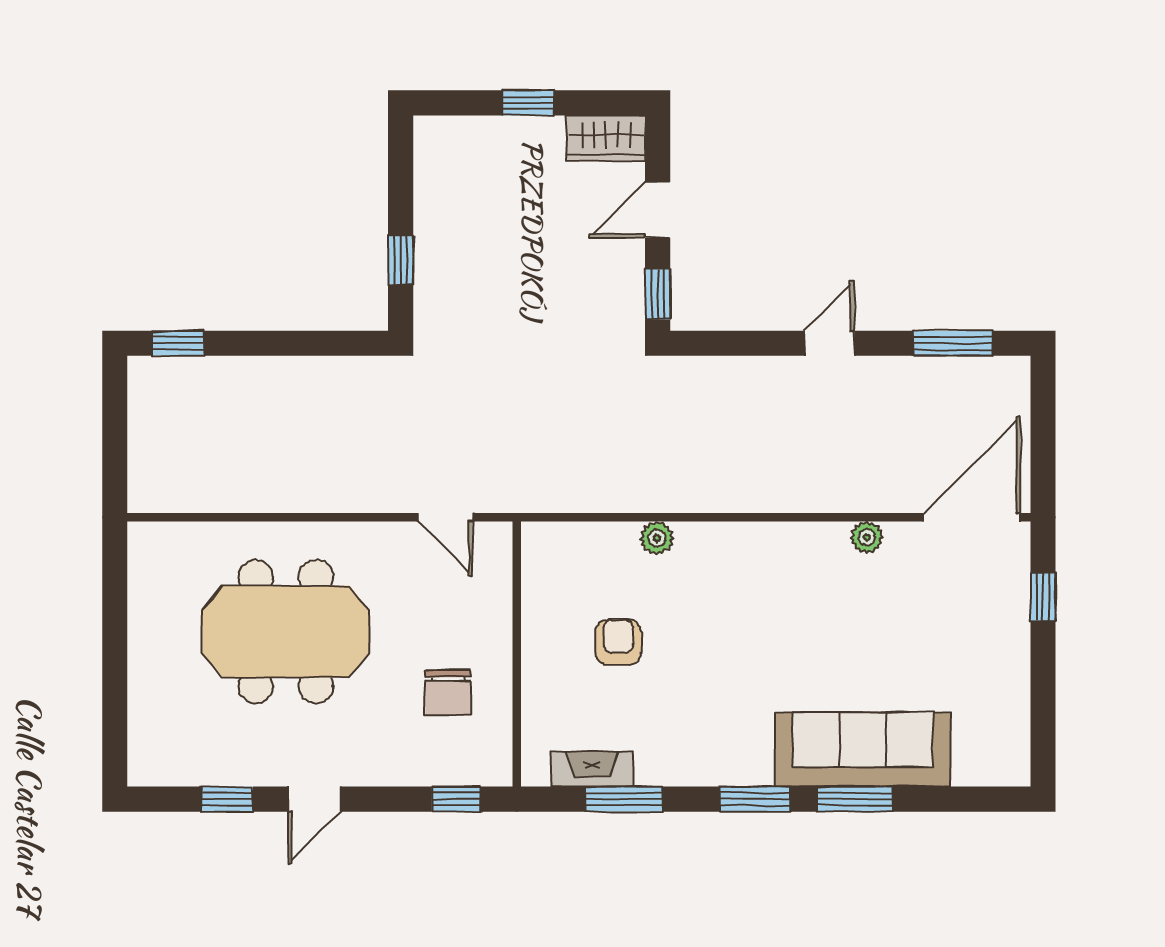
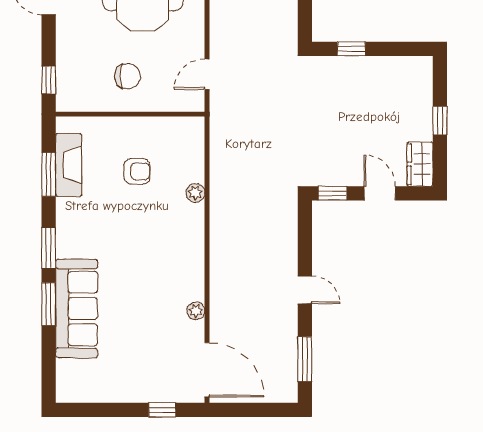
chair: (448, 693) -> (127, 76), moved, turned 180
fireplace: (592, 769) -> (69, 165), width x1.37, depth x1.32

